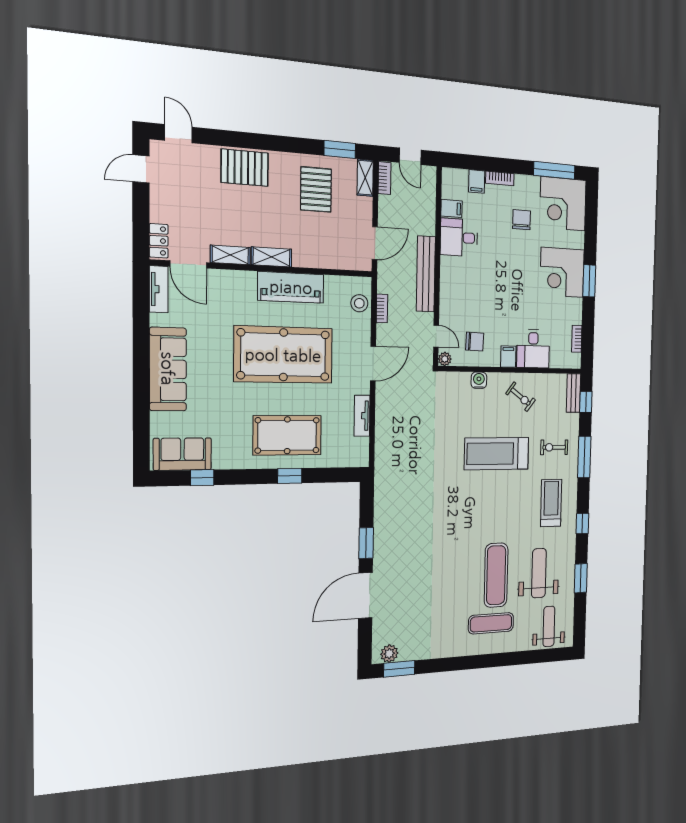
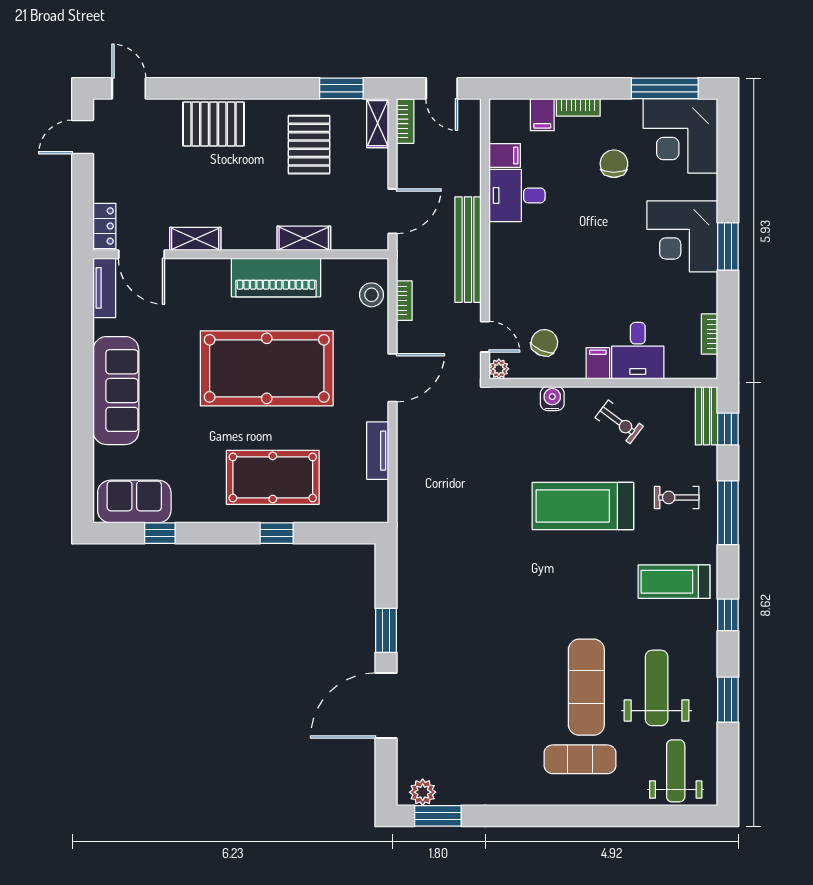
shelving: (272, 257) -> (304, 238), moved
chair: (475, 342) -> (544, 343), turned -68
treadmill: (551, 503) -> (674, 582), turned -90

